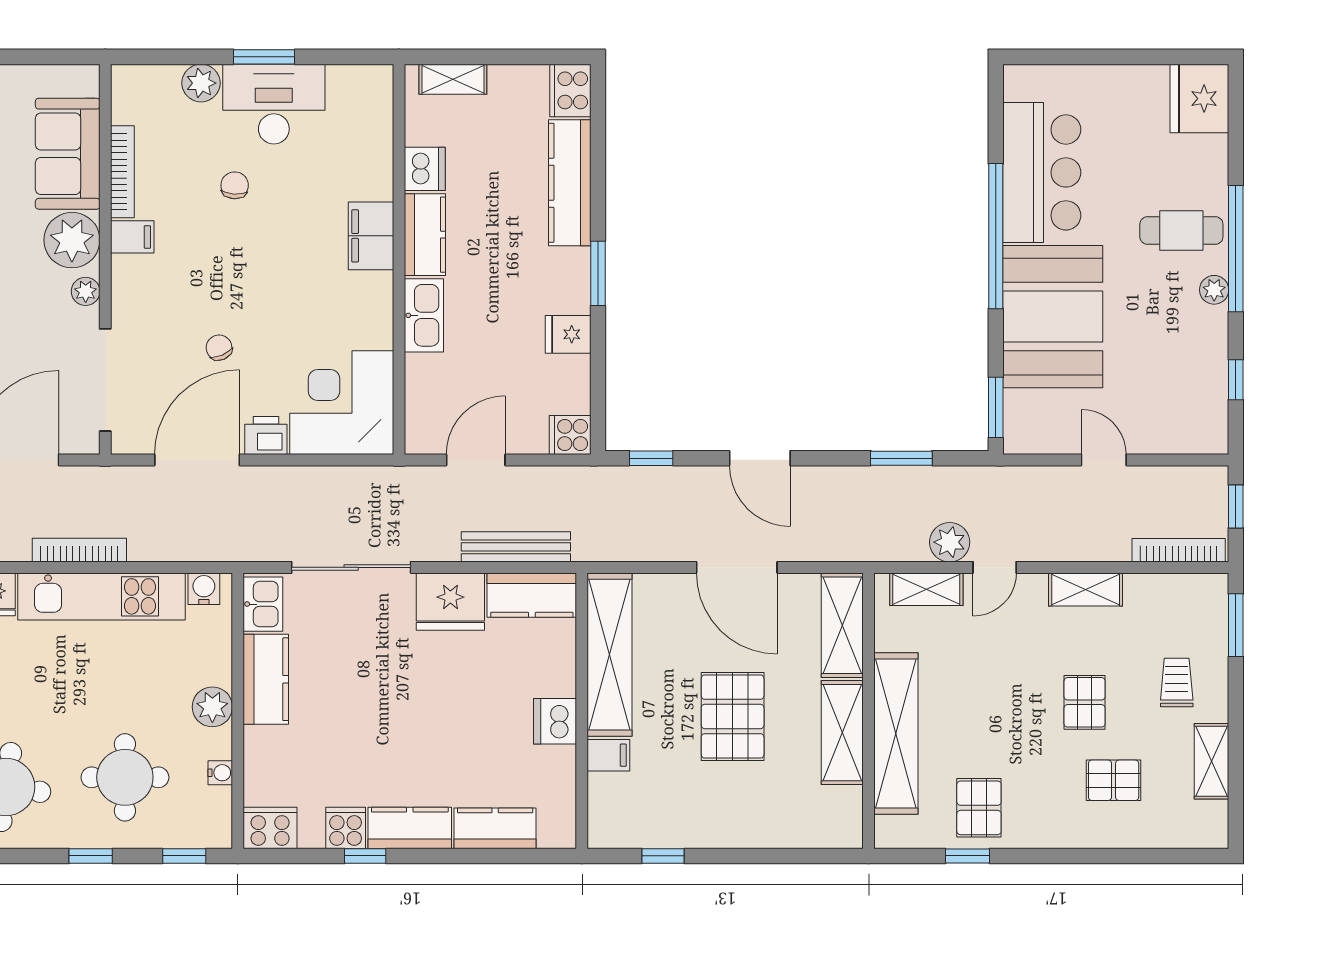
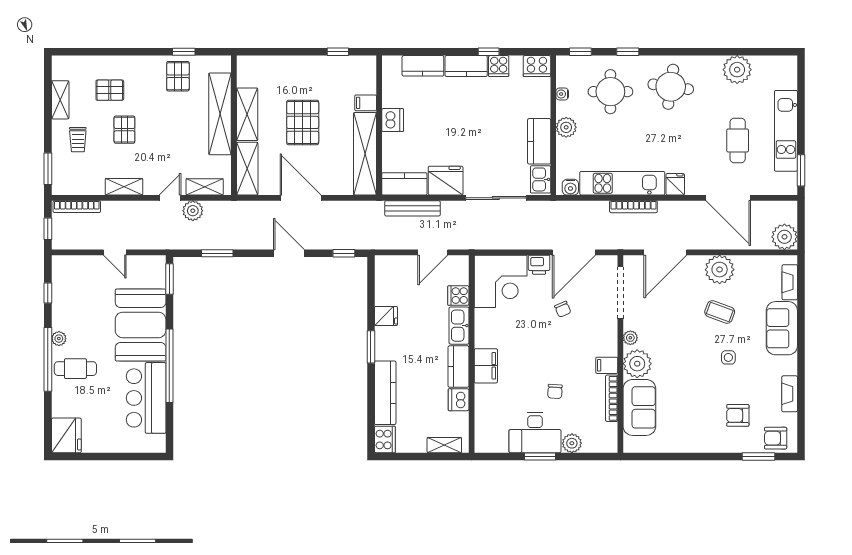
cooker: (570, 435) -> (458, 296), moved, turned 180

